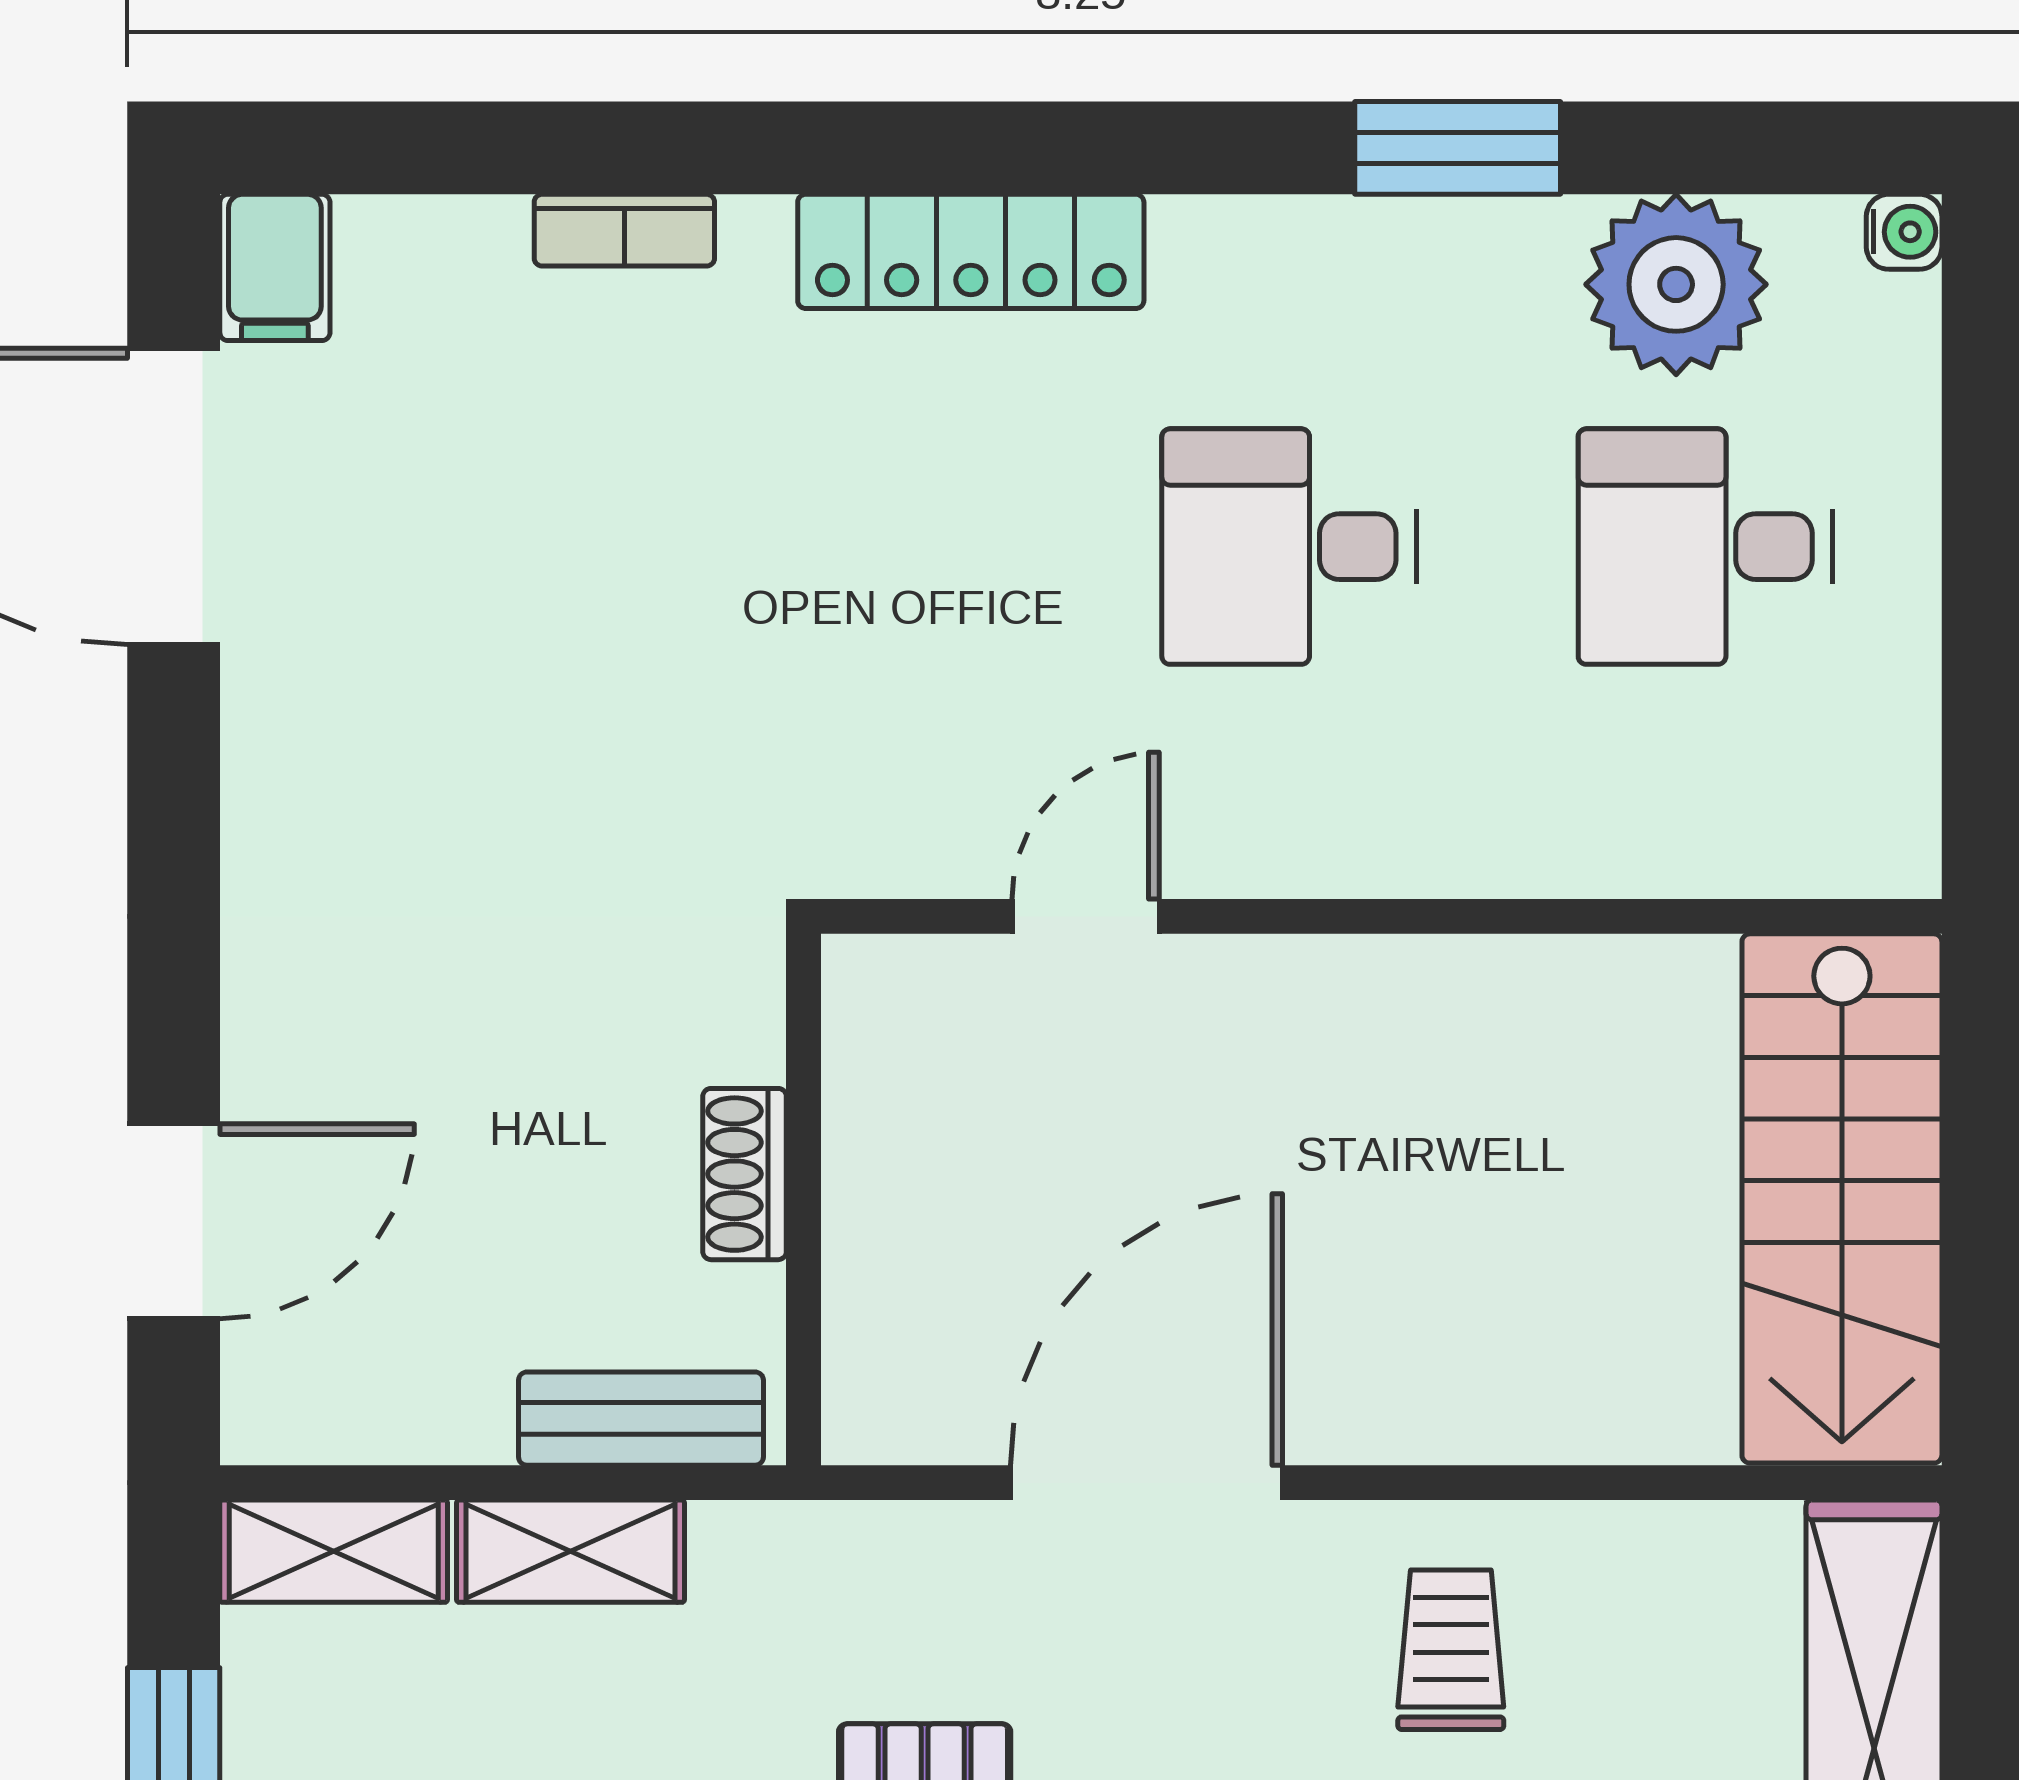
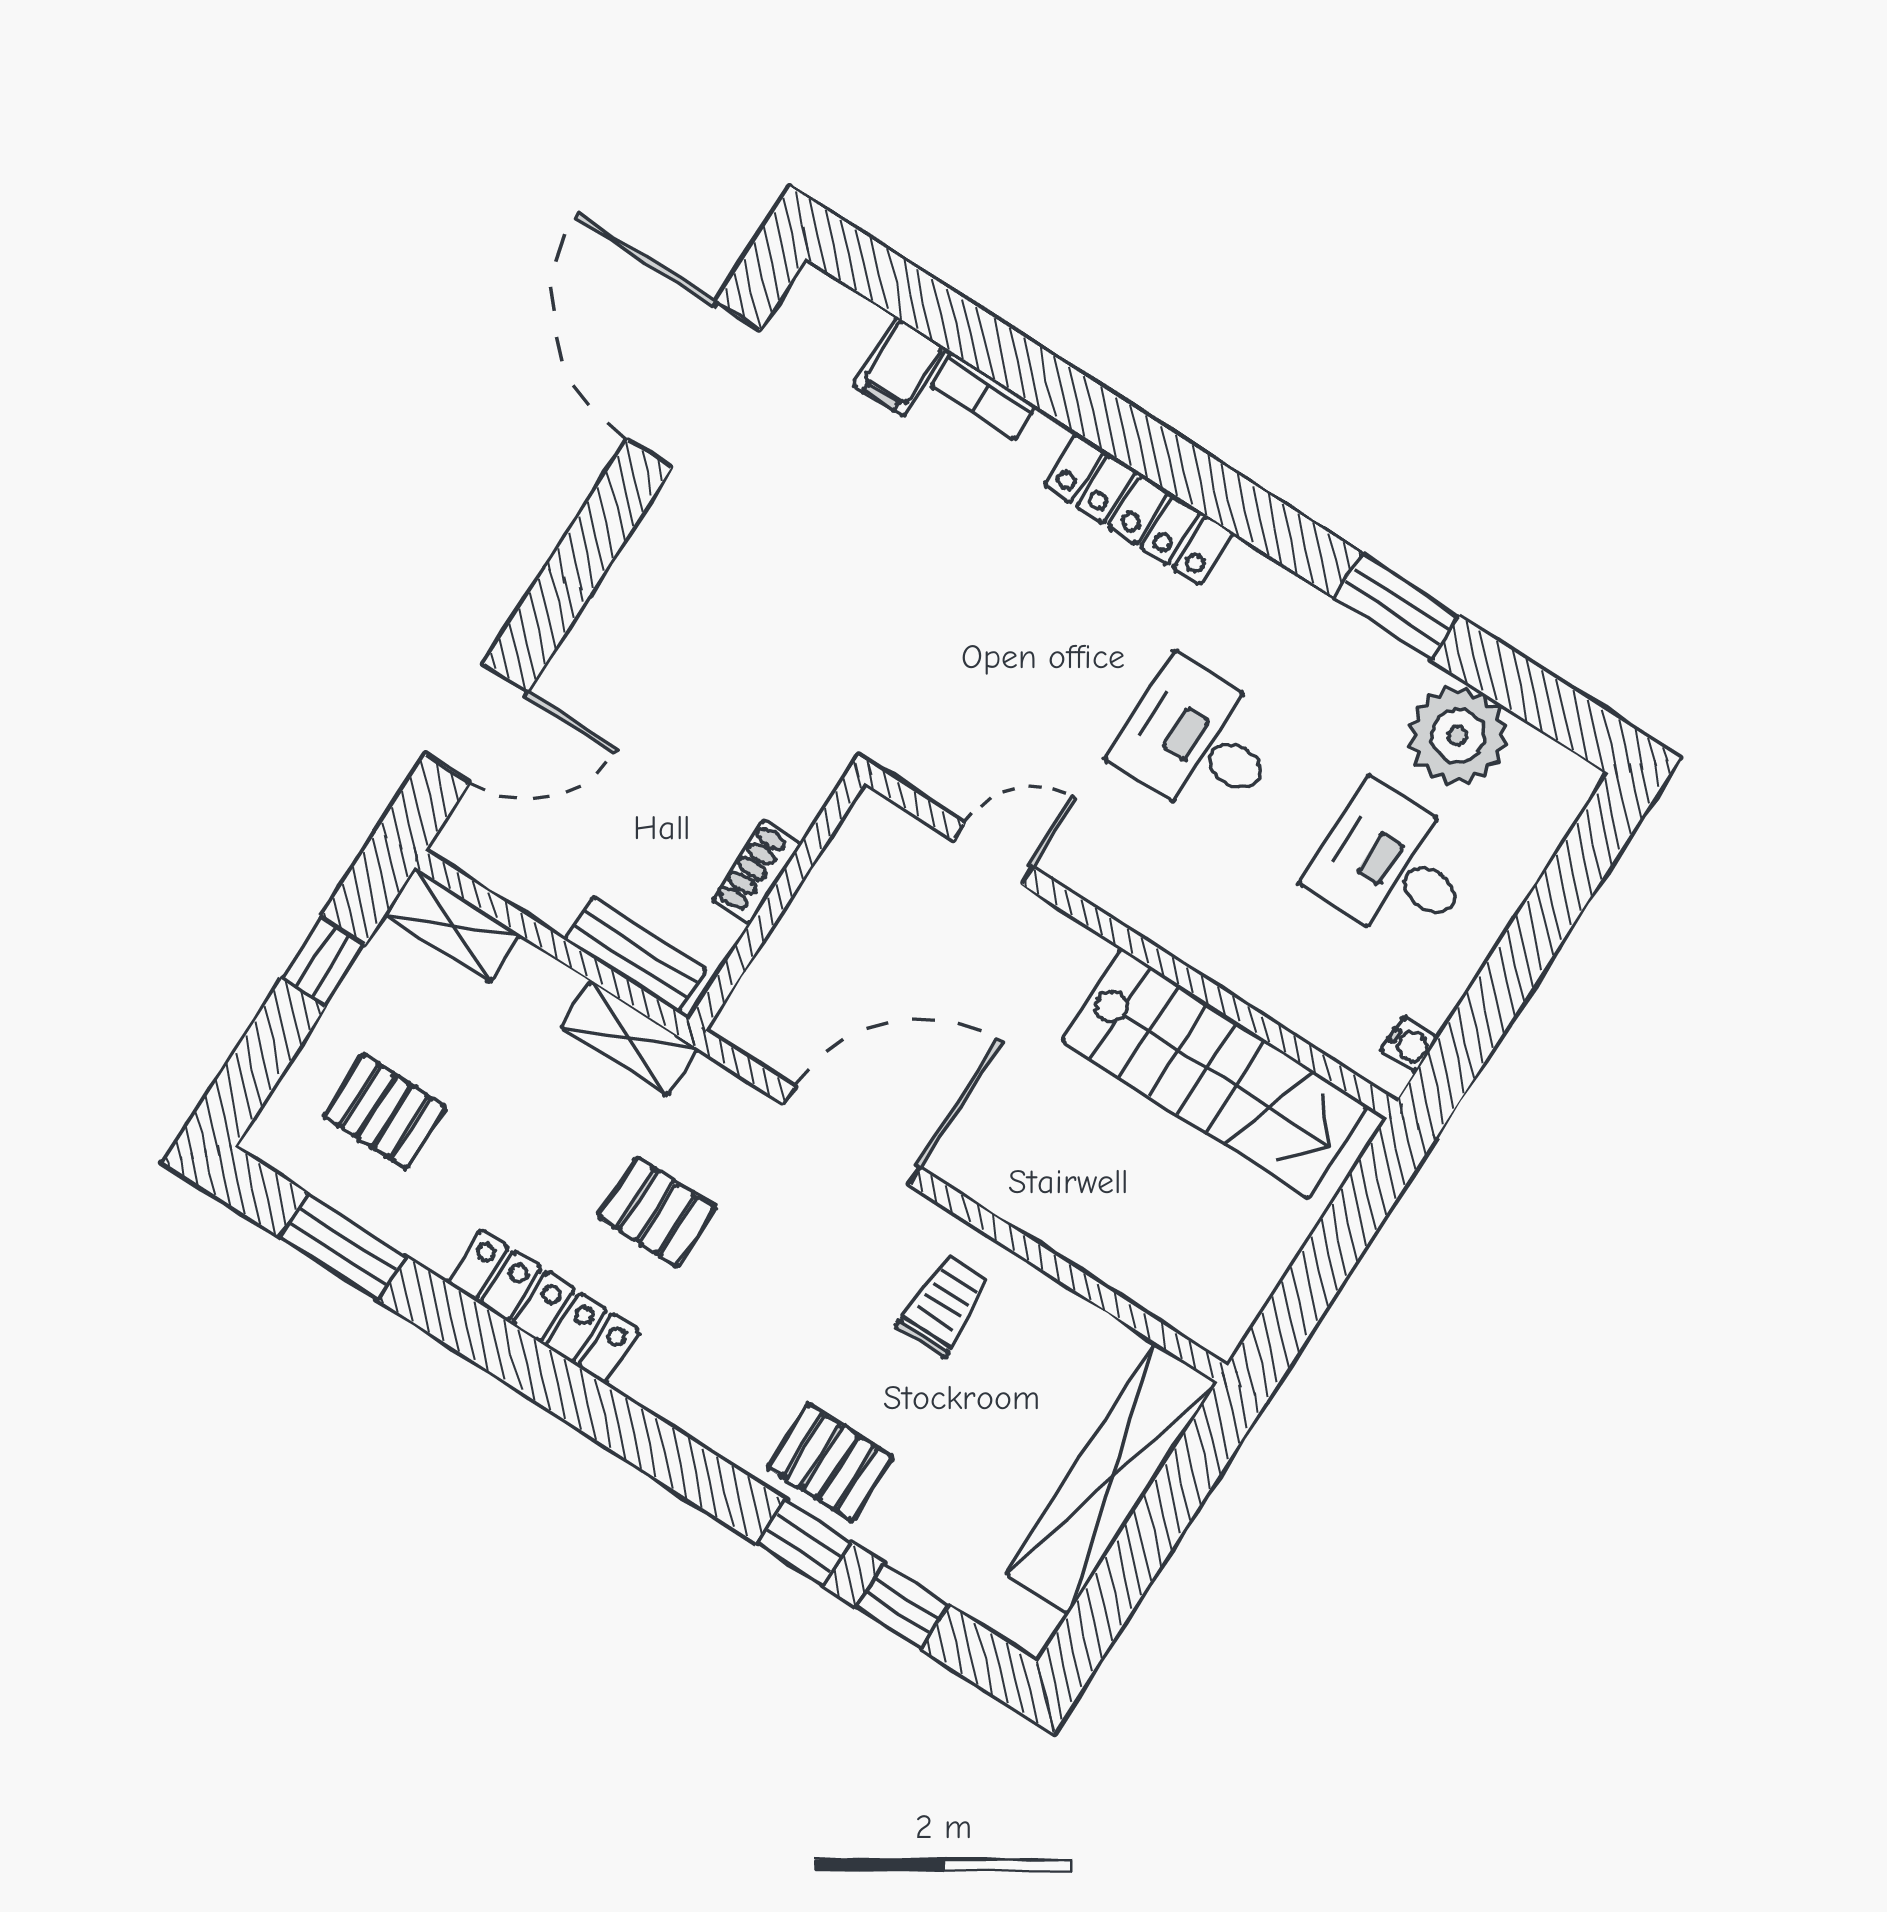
water cooler: (1904, 232) -> (1410, 1045), moved
filing cabinet: (275, 267) -> (900, 367), moved
stairs: (1842, 1198) -> (1215, 1073), moved, turned -90
shelving: (570, 1551) -> (629, 1038), moved

